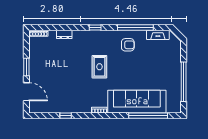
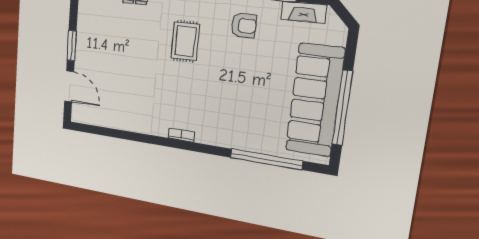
rug: (99, 67) -> (185, 41), moved
sofa: (137, 102) -> (315, 100), moved, turned -90
window: (66, 116) -> (126, 135), removed

